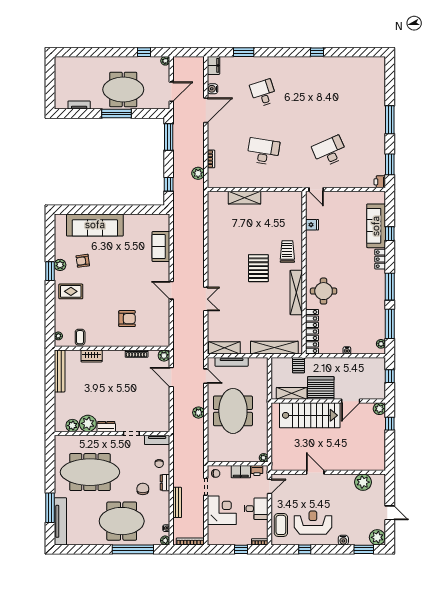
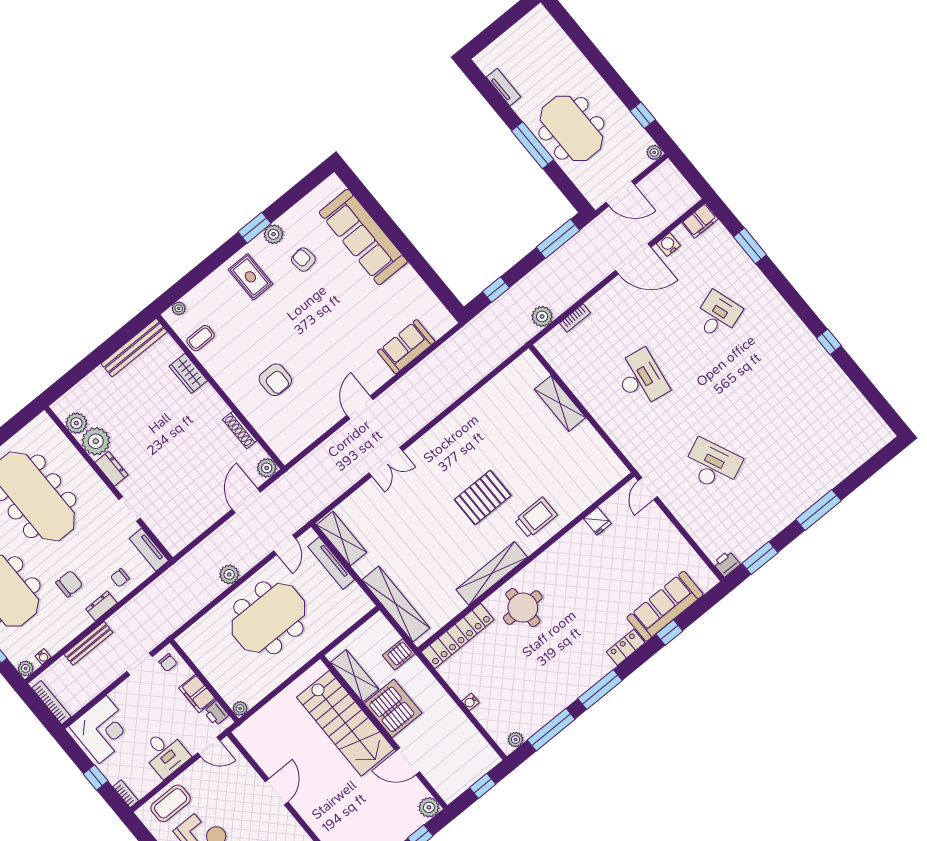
corner desk: (222, 510) -> (103, 729), moved

